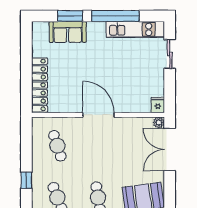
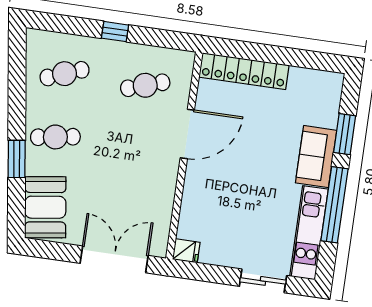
sofa: (68, 32) -> (316, 157), moved
door: (99, 115) -> (187, 134), moved
plant: (159, 122) -> (159, 248), removed
window: (26, 180) -> (115, 32), moved

